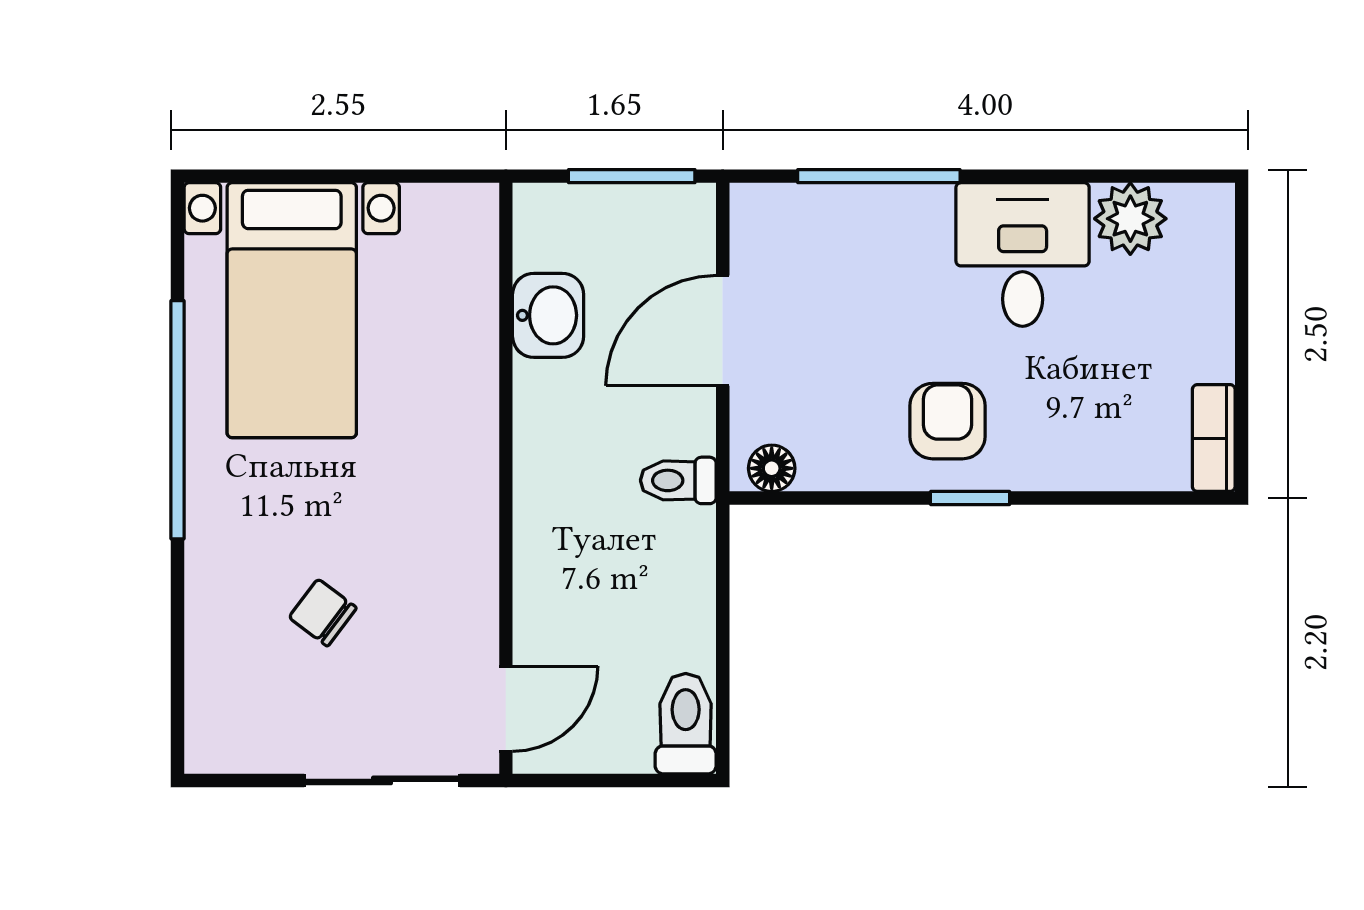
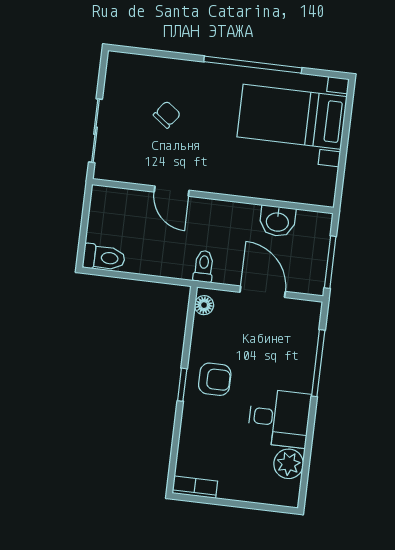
door: (506, 709) -> (172, 191), moved

